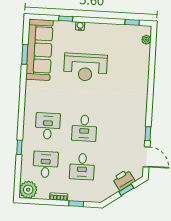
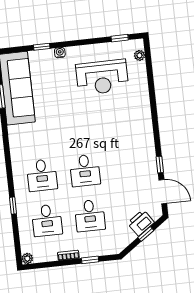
reception desk: (85, 67) -> (102, 77), moved
desk: (48, 126) -> (42, 175), turned 180
desk: (46, 164) -> (47, 220), turned 180
plant: (28, 190) -> (27, 258), width x0.53, depth x0.53

